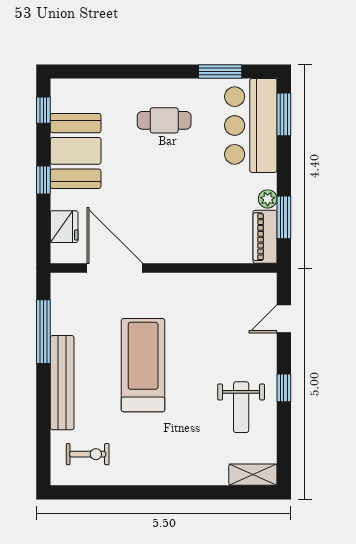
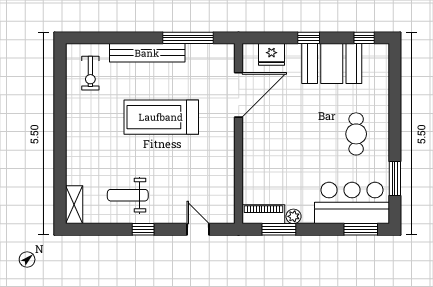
treadmill: (143, 365) -> (161, 117), turned 180

